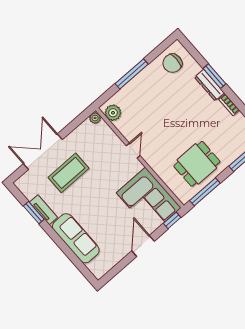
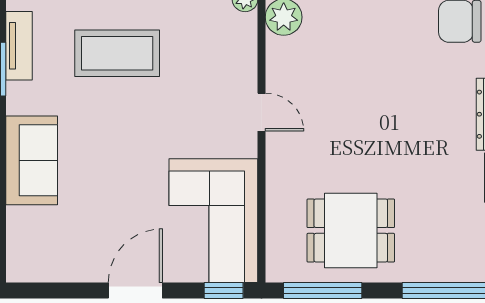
door: (133, 151) -> (262, 112), hinge flipped
tv unit: (43, 210) -> (19, 46), moved
sofa: (76, 238) -> (32, 160), width x0.73

